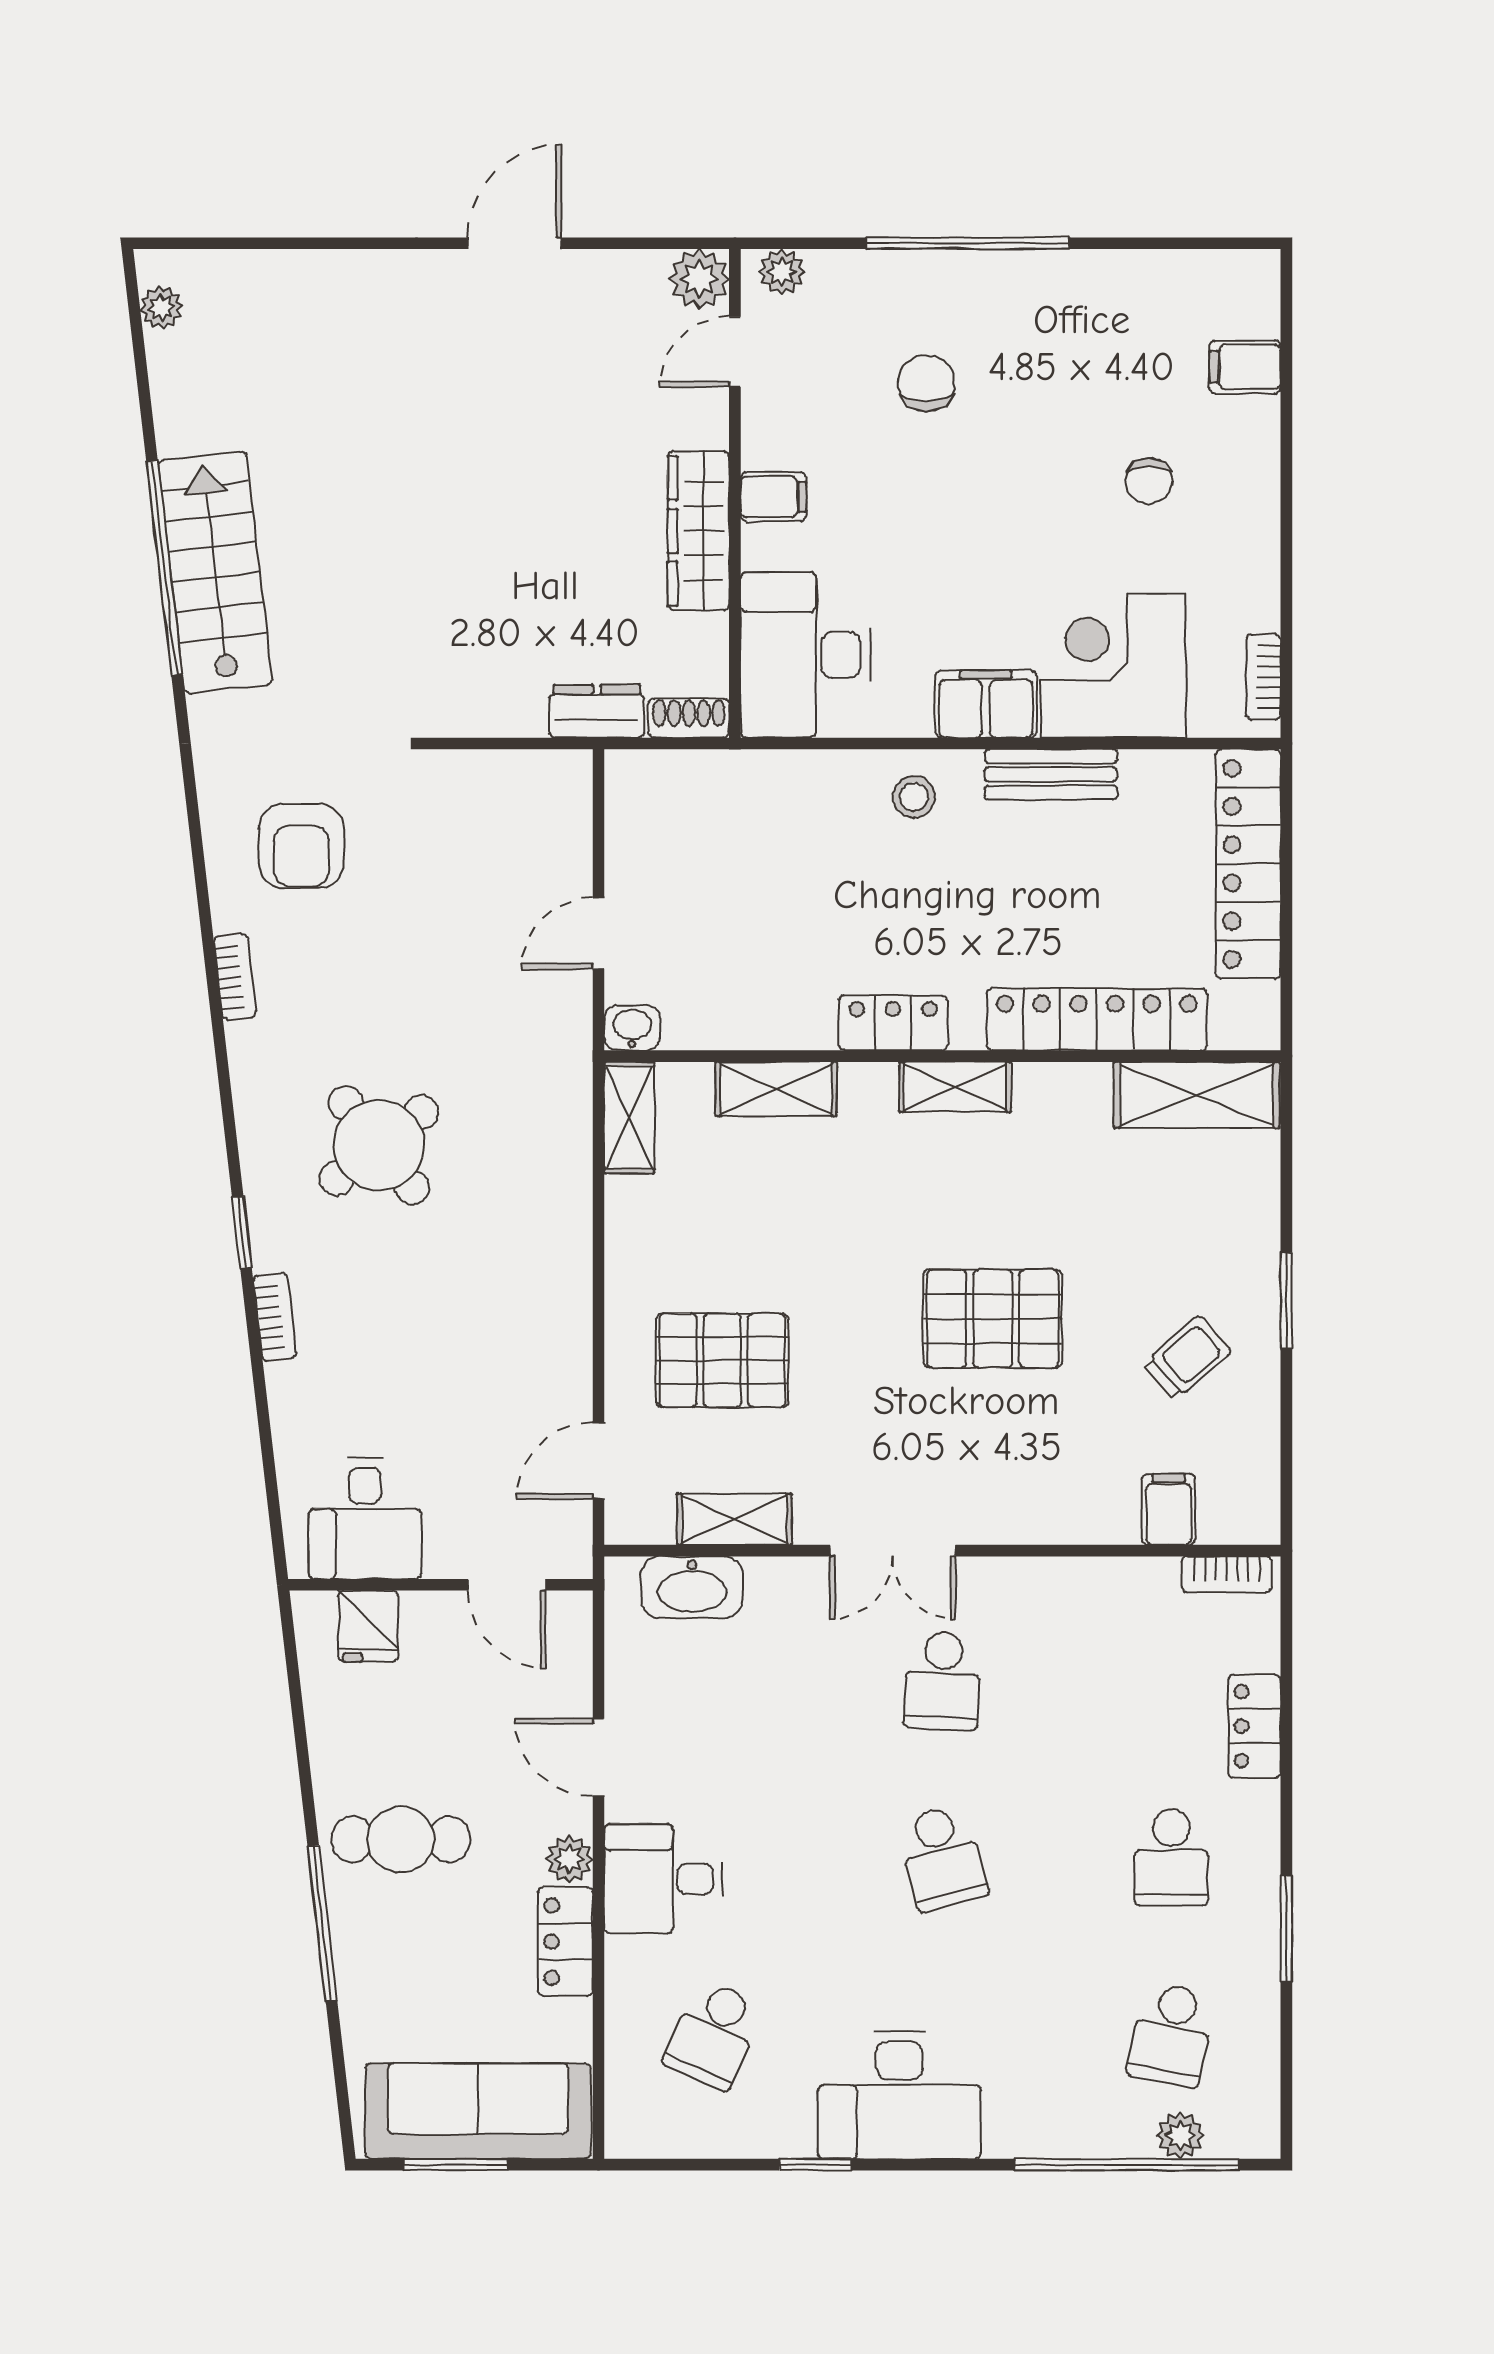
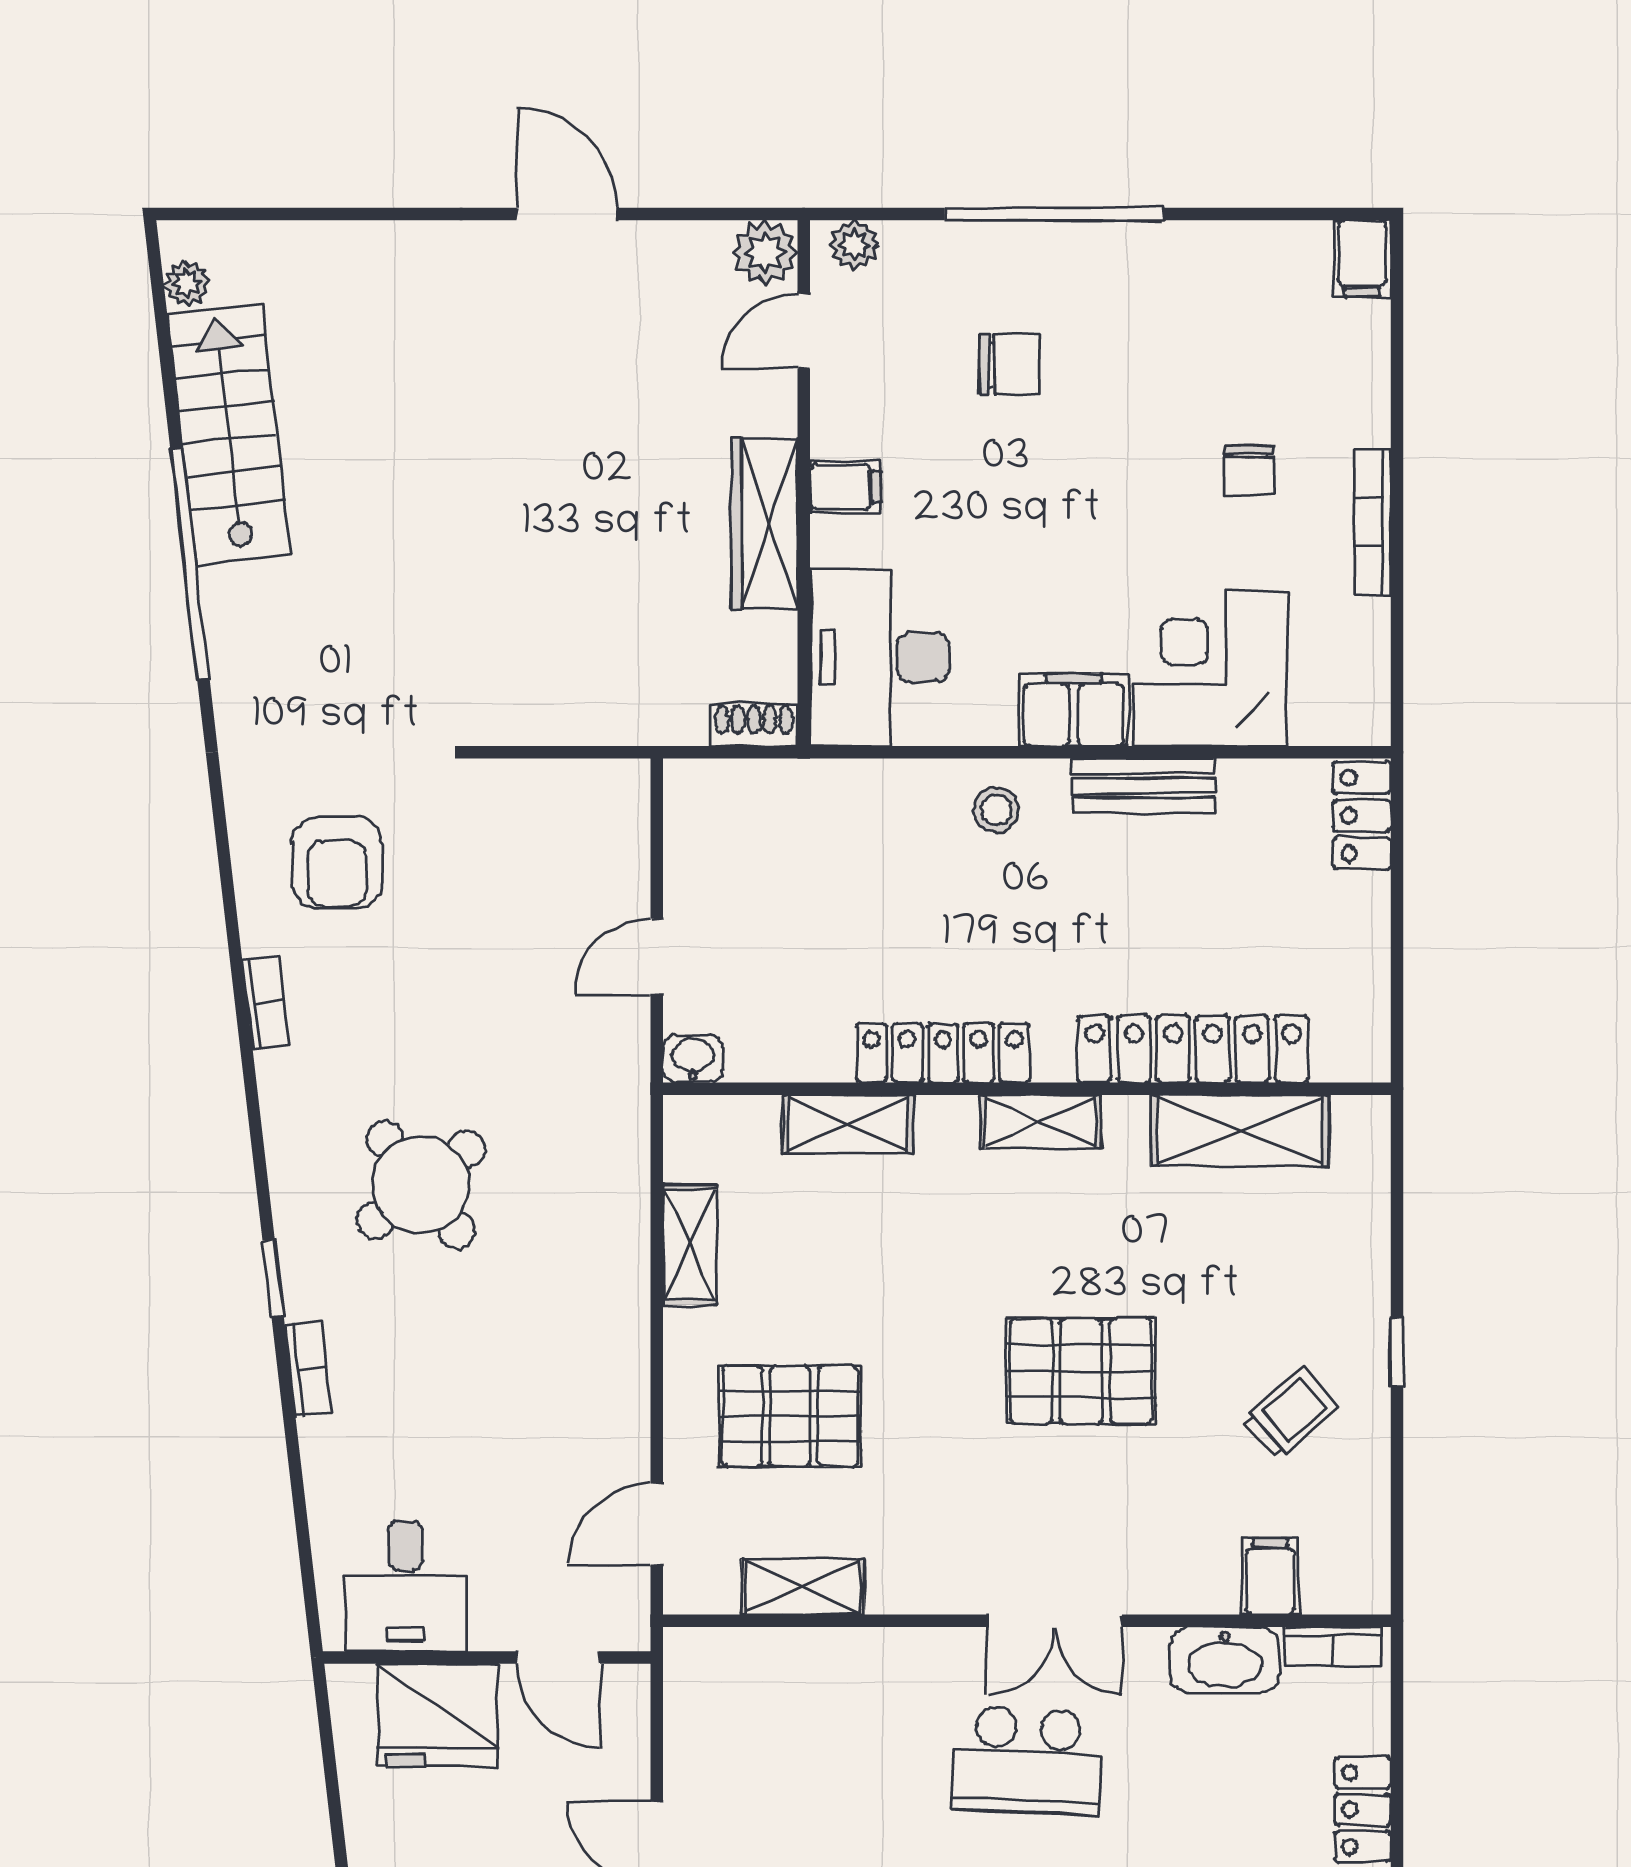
door: (515, 243) -> (567, 214), hinge flipped
filing cabinet: (1245, 367) -> (1362, 258), moved, turned -90
chair: (926, 383) -> (1010, 365), turned 90
stairs: (215, 572) -> (229, 434), moved
bookcase: (1263, 677) -> (1372, 522), moved, width x1.56
dresser: (597, 711) -> (655, 718), removed
locker: (1248, 864) -> (1362, 816), width x0.46, depth x0.83
locker: (893, 1023) -> (943, 1053), width x1.53
shelving: (1197, 1095) -> (1240, 1131), moved
shelving: (629, 1118) -> (690, 1245), moved
window: (1286, 1301) -> (1397, 1352), width x0.67
double door: (893, 1551) -> (1054, 1621), moved
washbasin: (692, 1587) -> (1225, 1660), moved
fridge: (368, 1626) -> (438, 1715), width x1.88, depth x1.34
school desk: (942, 1681) -> (1027, 1761), width x1.85

